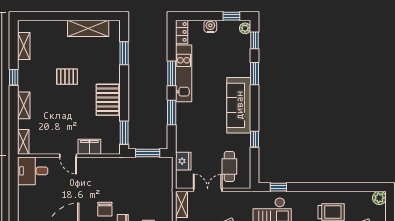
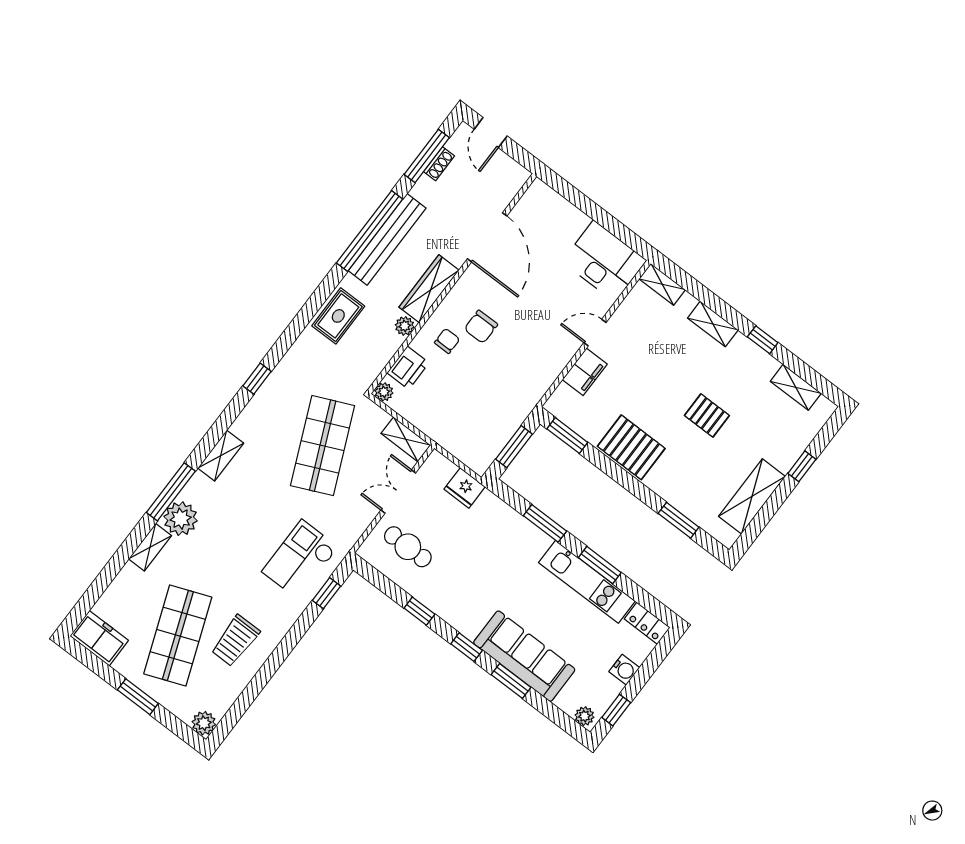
window: (57, 16) -> (802, 466), added
window: (254, 40) -> (467, 647), moved
pallet: (67, 77) -> (707, 415), turned 90
sofa: (239, 105) -> (524, 656), moved
desk: (33, 171) -> (604, 261), width x1.37
double door: (208, 190) -> (398, 491), swing flipped
chair: (105, 209) -> (481, 327), turned -90

